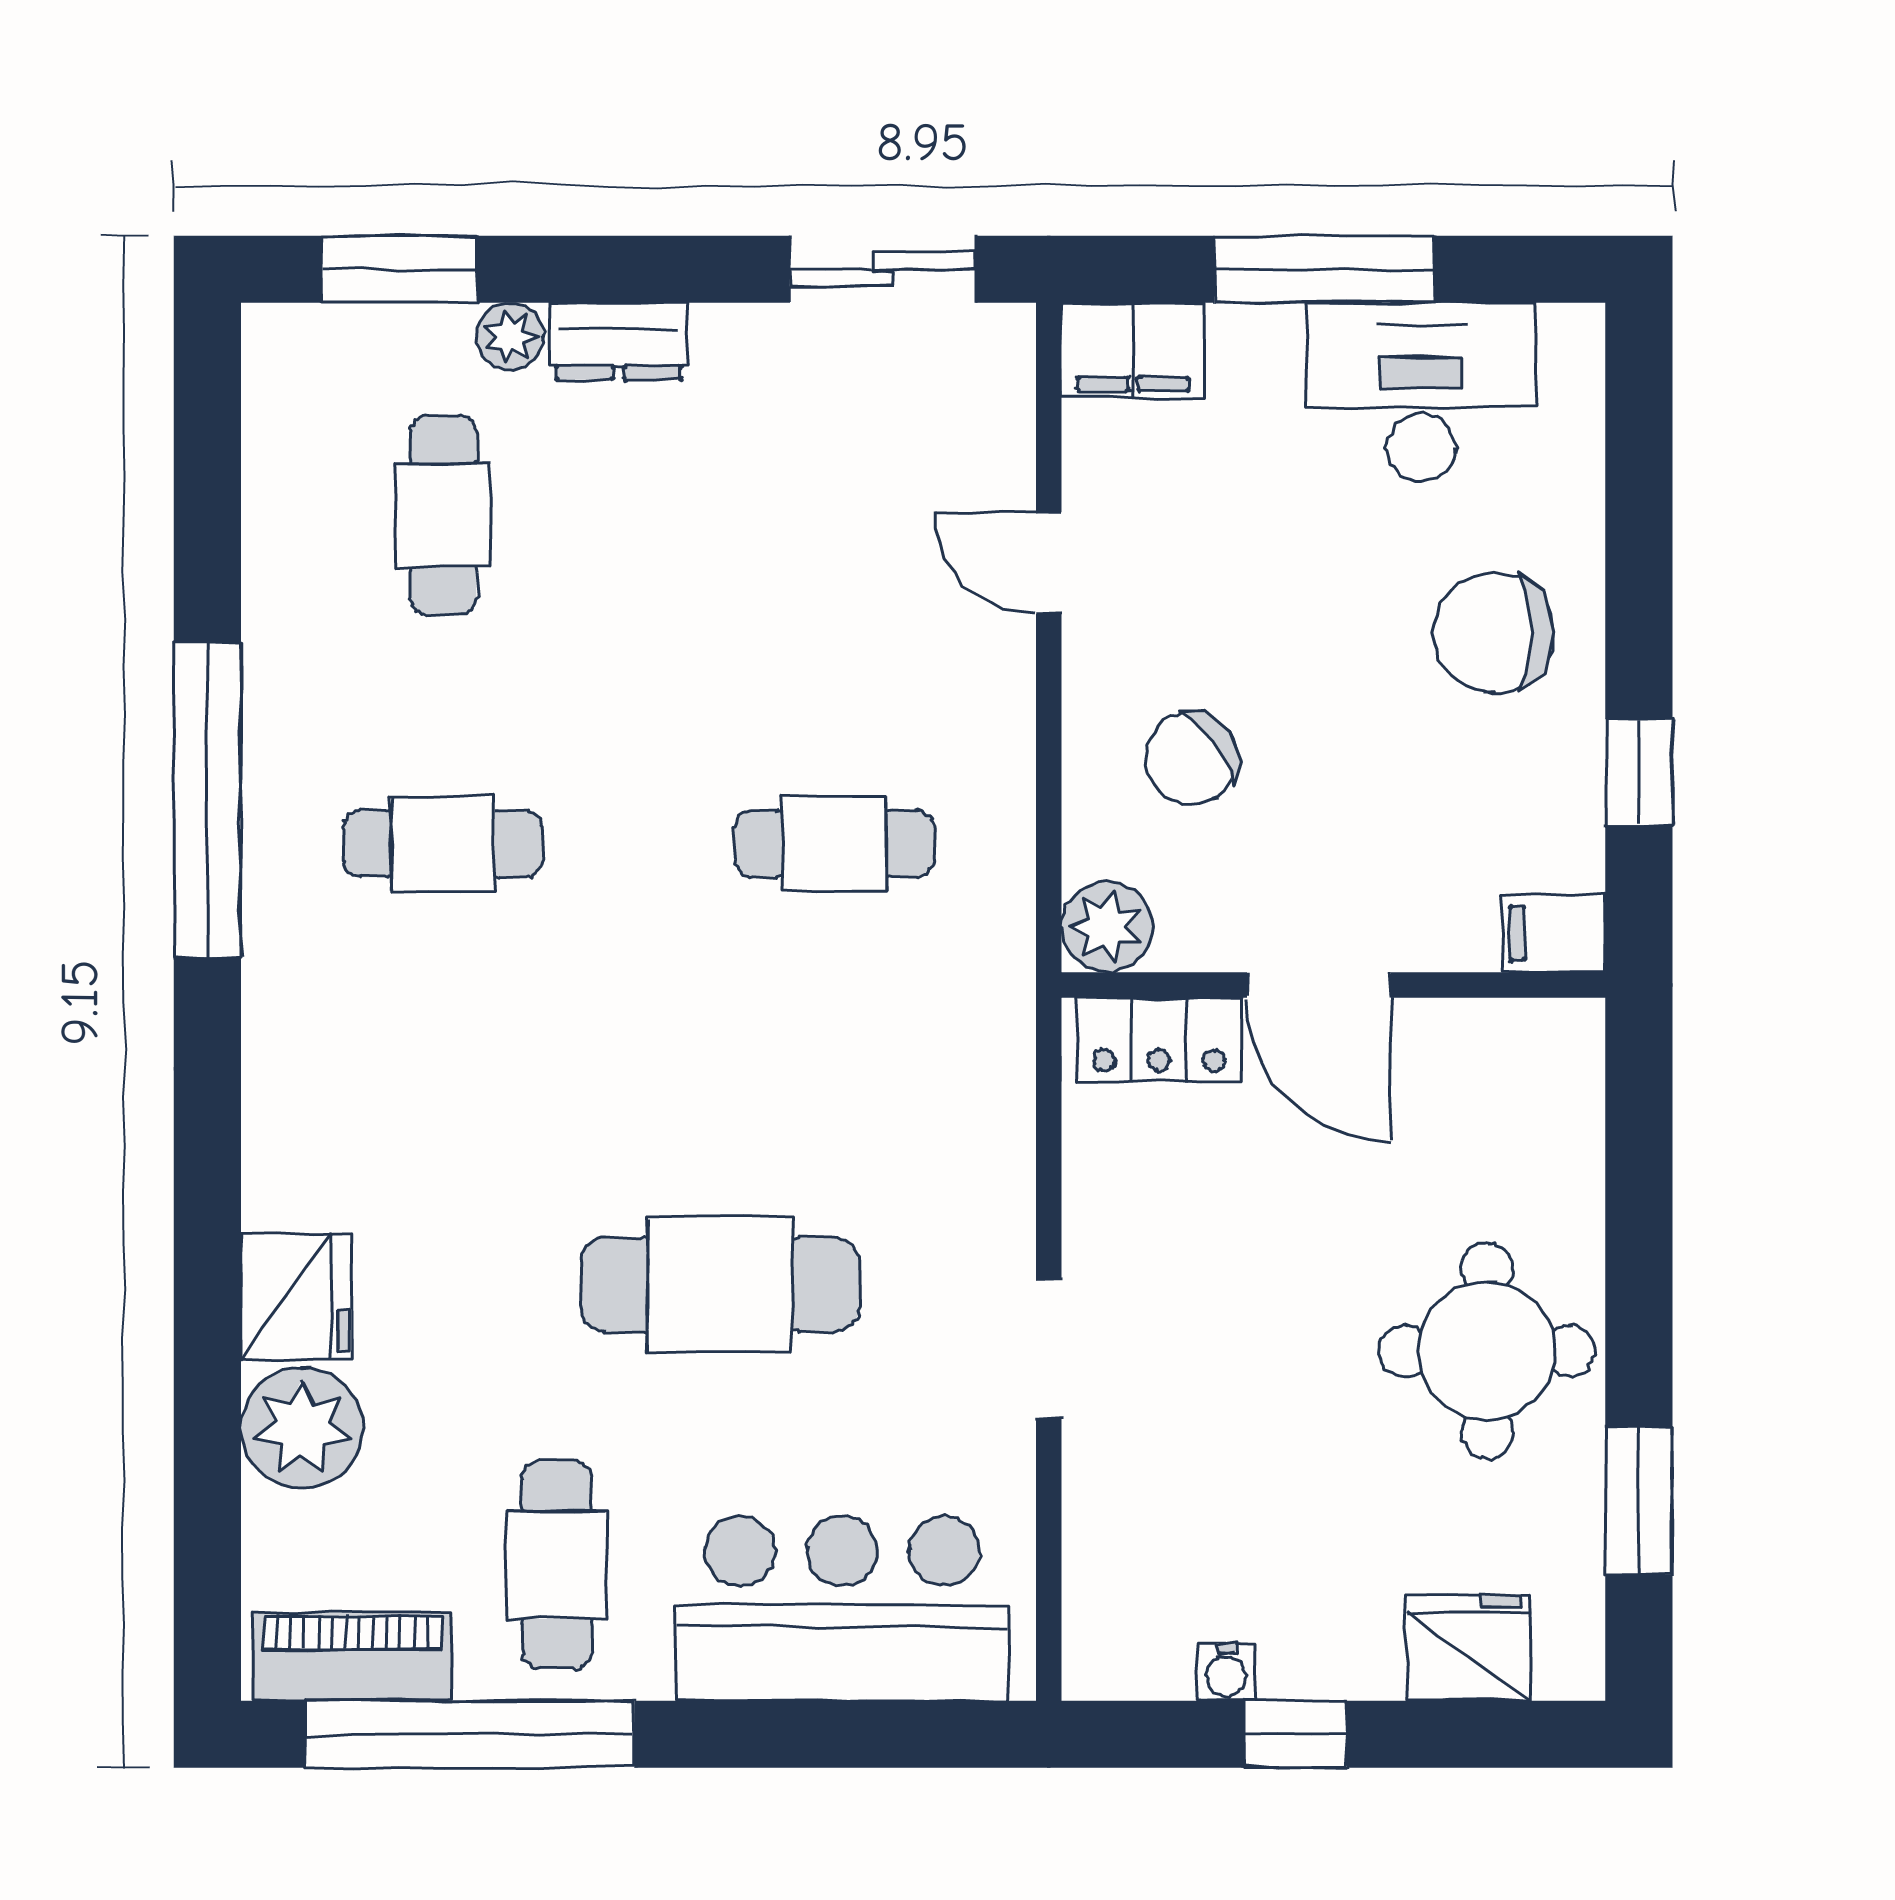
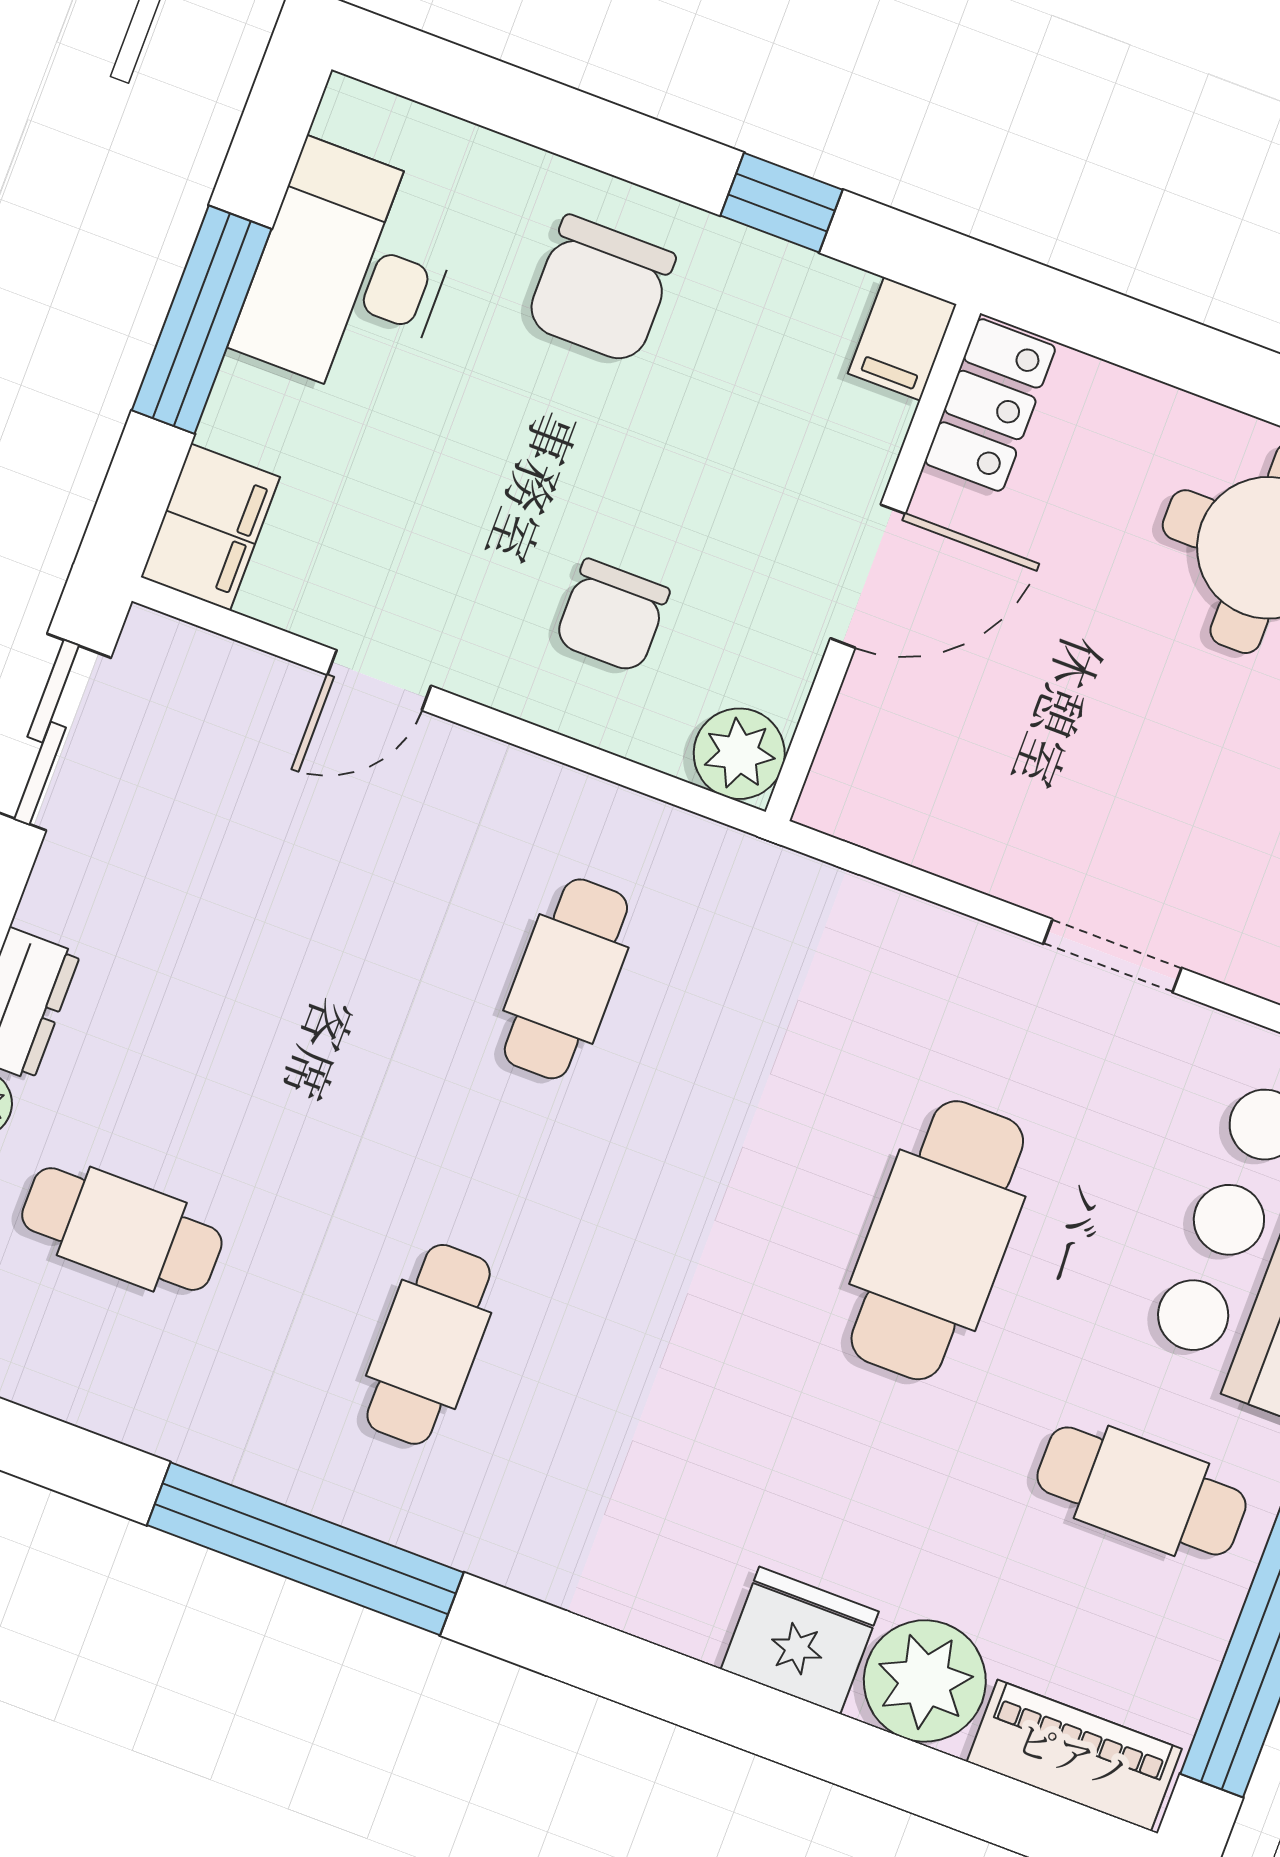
chair: (1191, 759) -> (612, 616), turned 36
locker: (1159, 1039) -> (990, 405), moved
piano: (352, 1657) -> (1074, 1755), moved, turned 90

